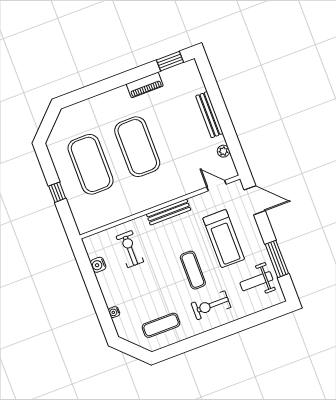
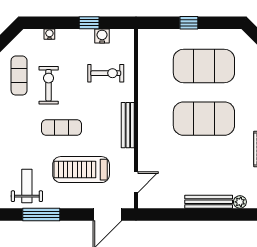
plant: (223, 151) -> (240, 202), moved
window: (91, 281) -> (89, 23), added
exercise bike: (211, 305) -> (49, 85), moved

